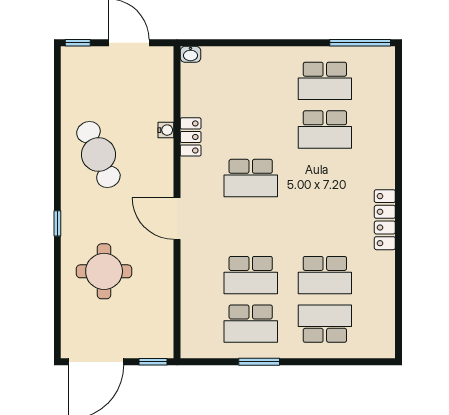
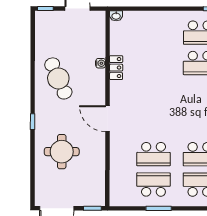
school desk: (251, 178) -> (154, 93), removed
school desk: (251, 324) -> (153, 185), turned 180

